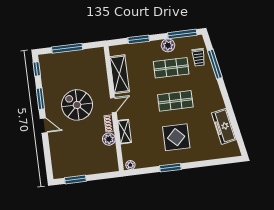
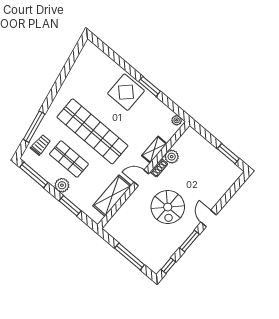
plant: (168, 45) -> (62, 185), moved
shop shelf: (175, 101) -> (92, 131), width x2.00, depth x1.36
freezer: (224, 126) -> (77, 74), removed
display table: (176, 137) -> (126, 92), moved

